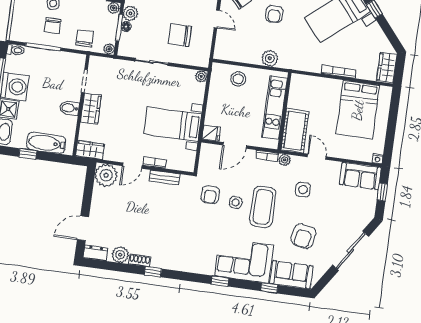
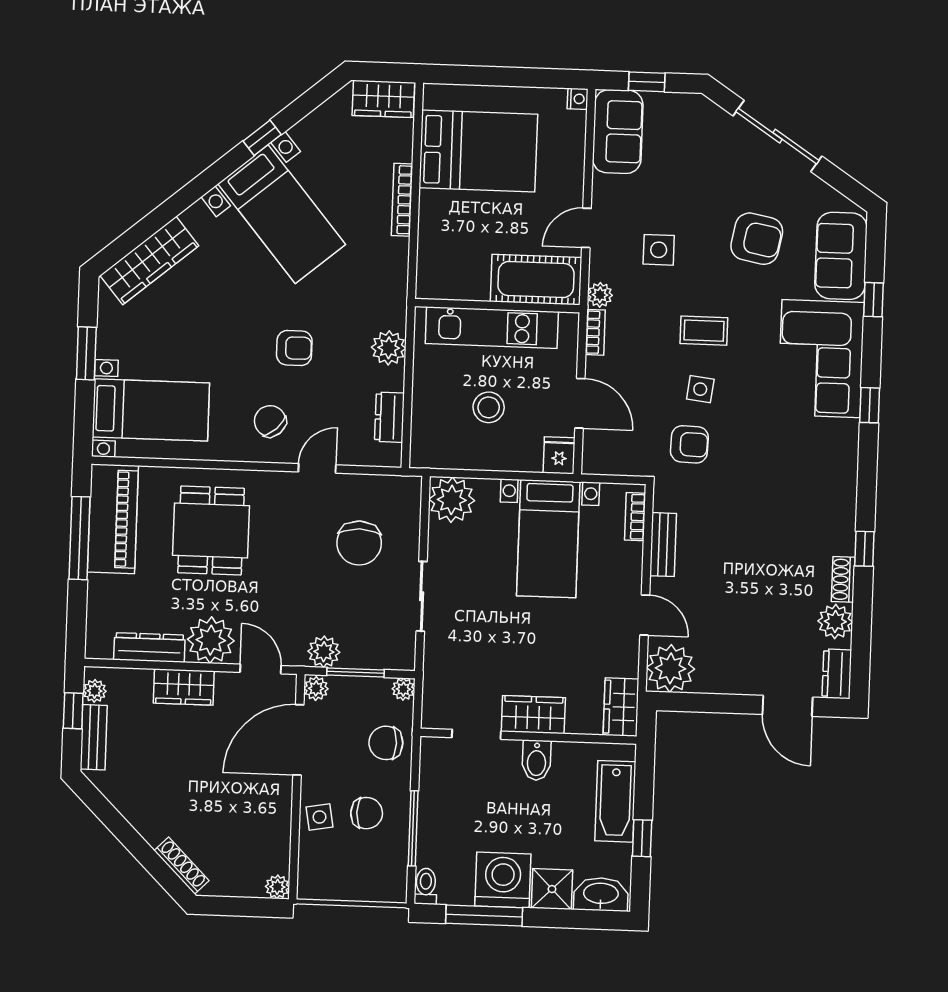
floor lamp: (126, 27) -> (353, 658), removed
dresser: (237, 55) -> (389, 417), added
plant: (201, 76) -> (452, 500), width x1.88, depth x1.88
stool: (238, 79) -> (489, 407), moved
bookcase: (155, 162) -> (635, 517), moved
coffee table: (263, 207) -> (704, 331), width x0.54, depth x0.58

